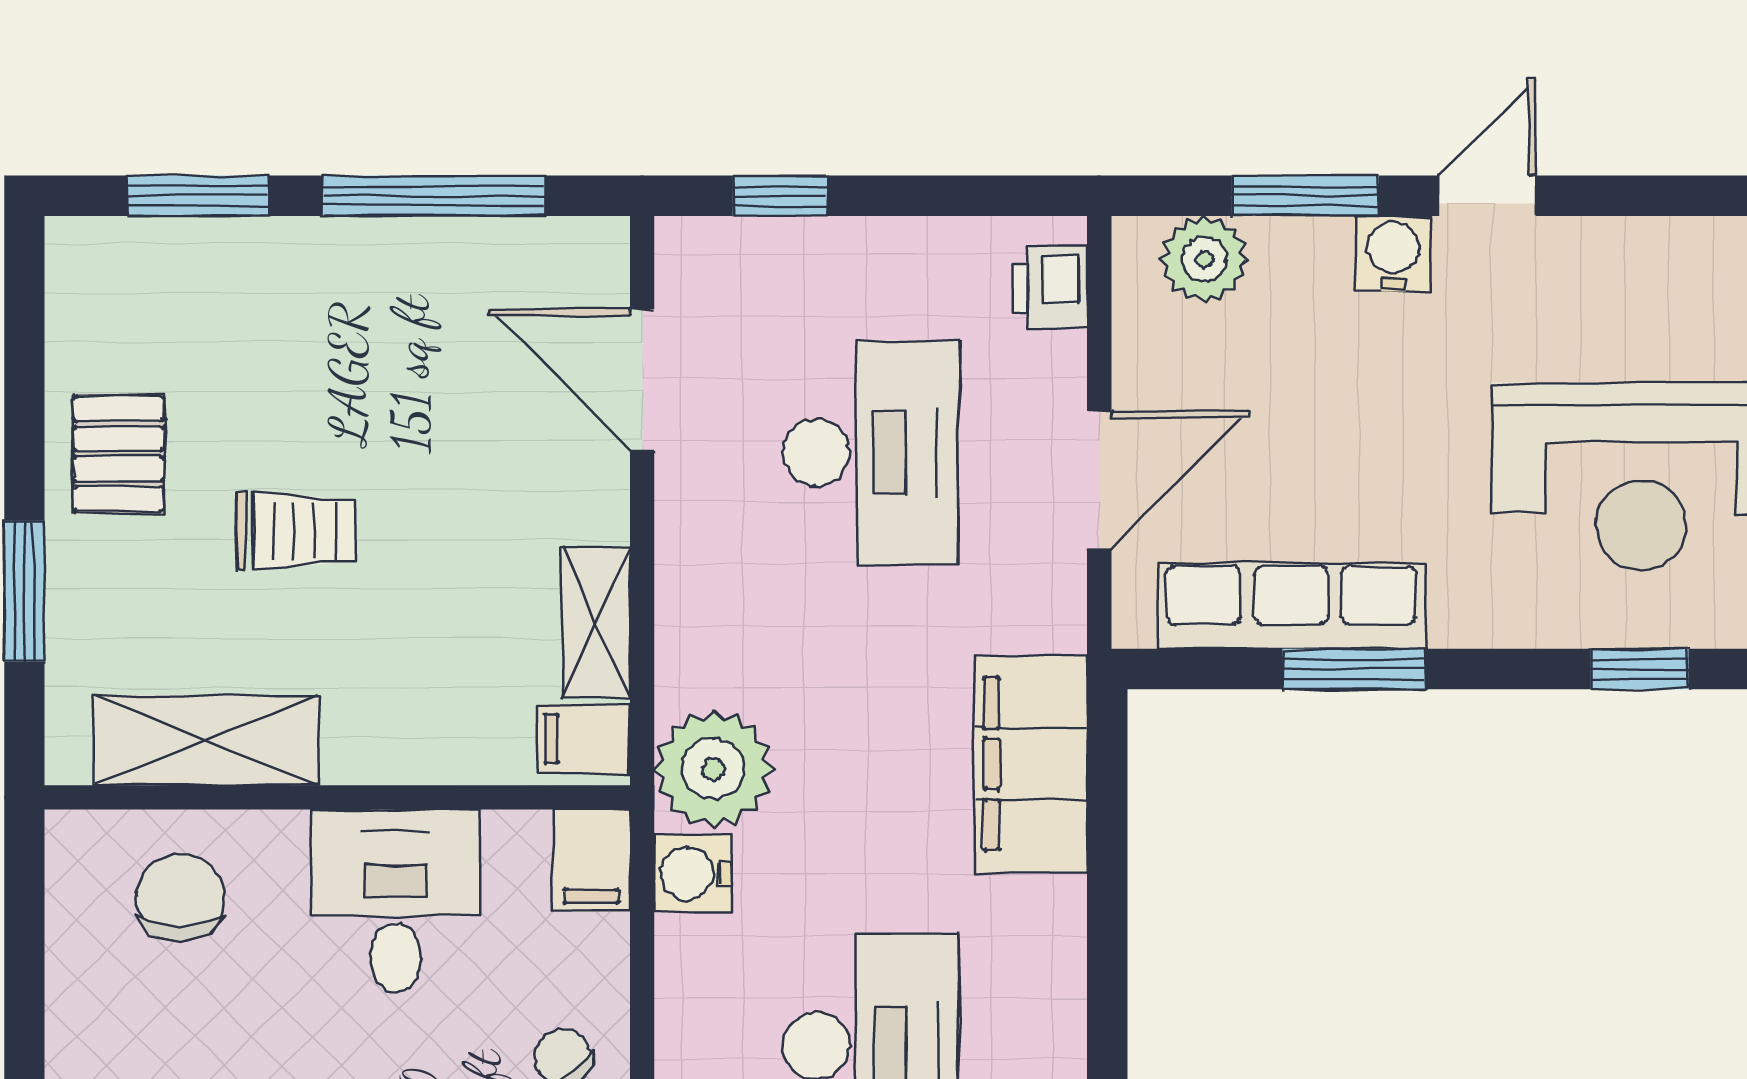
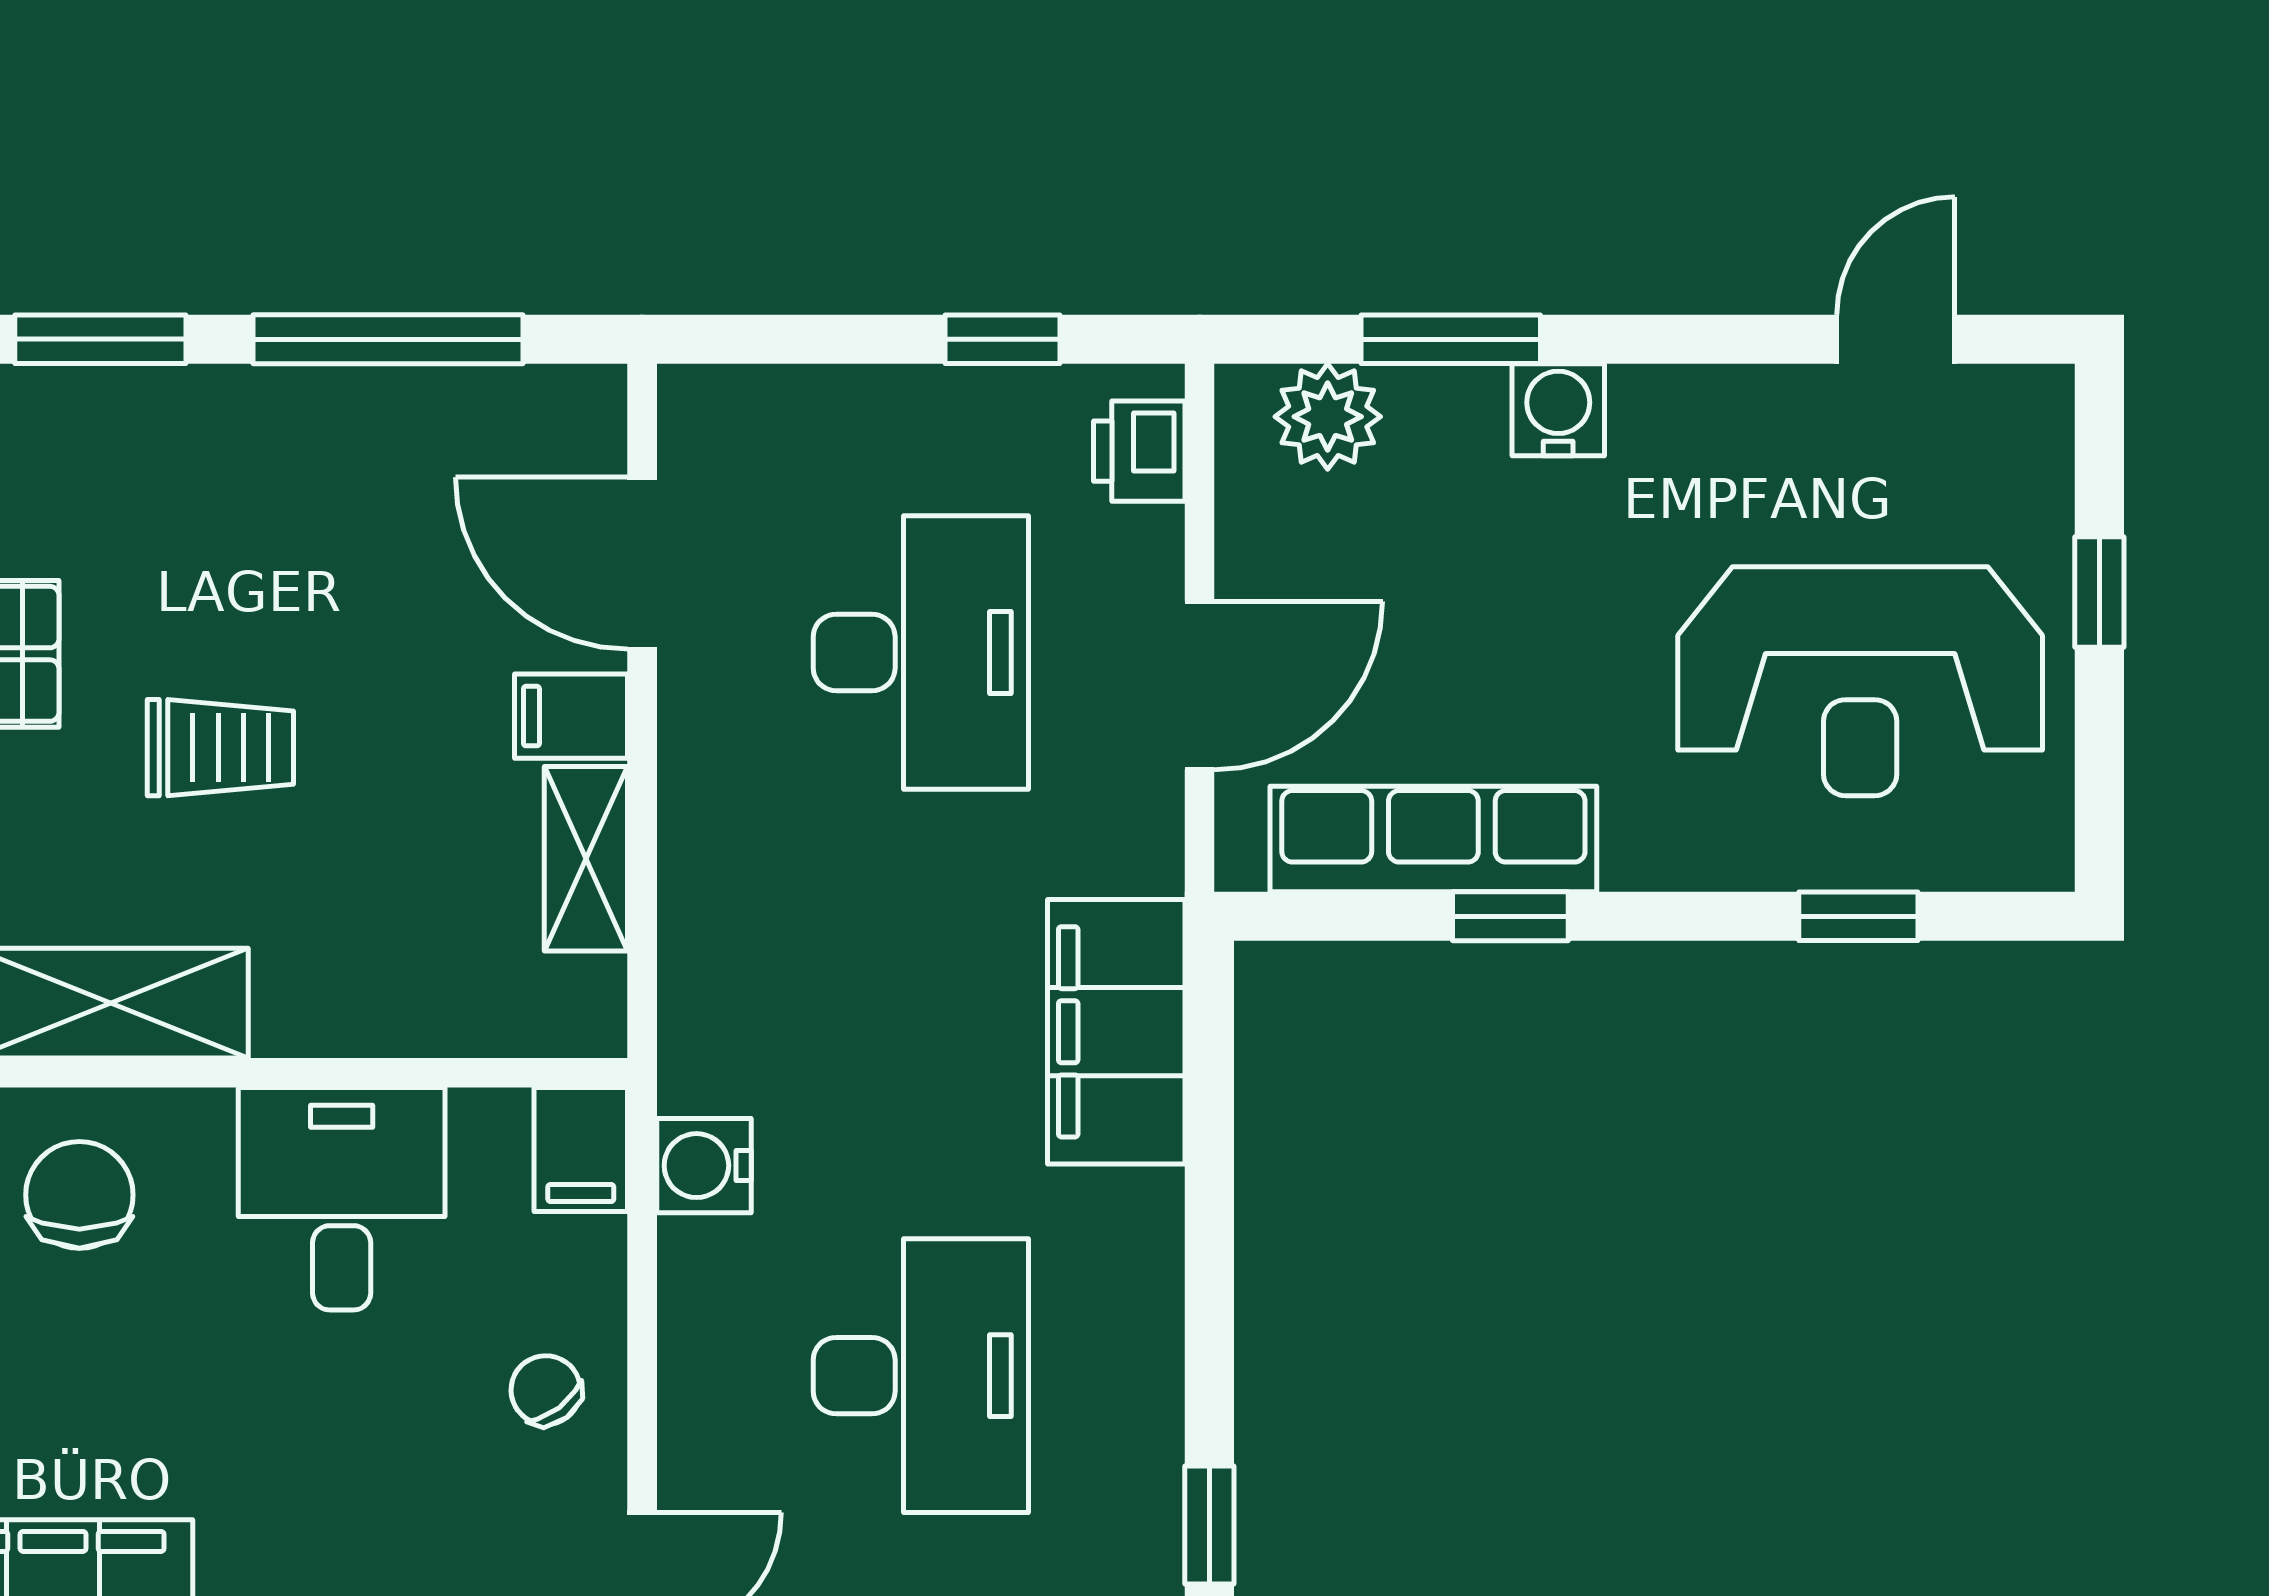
window: (780, 196) -> (1002, 339), moved
door: (1487, 196) -> (1896, 339), moved
window: (1354, 669) -> (1510, 916), width x0.67
filing cabinet: (584, 739) -> (571, 716), moved
plant: (713, 769) -> (729, 1038), removed

